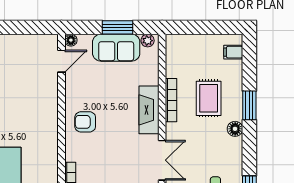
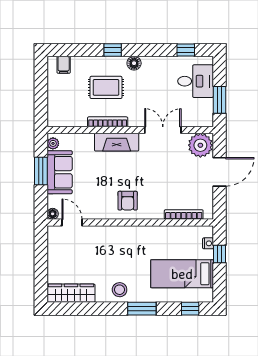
window: (249, 105) -> (113, 50), width x0.67

